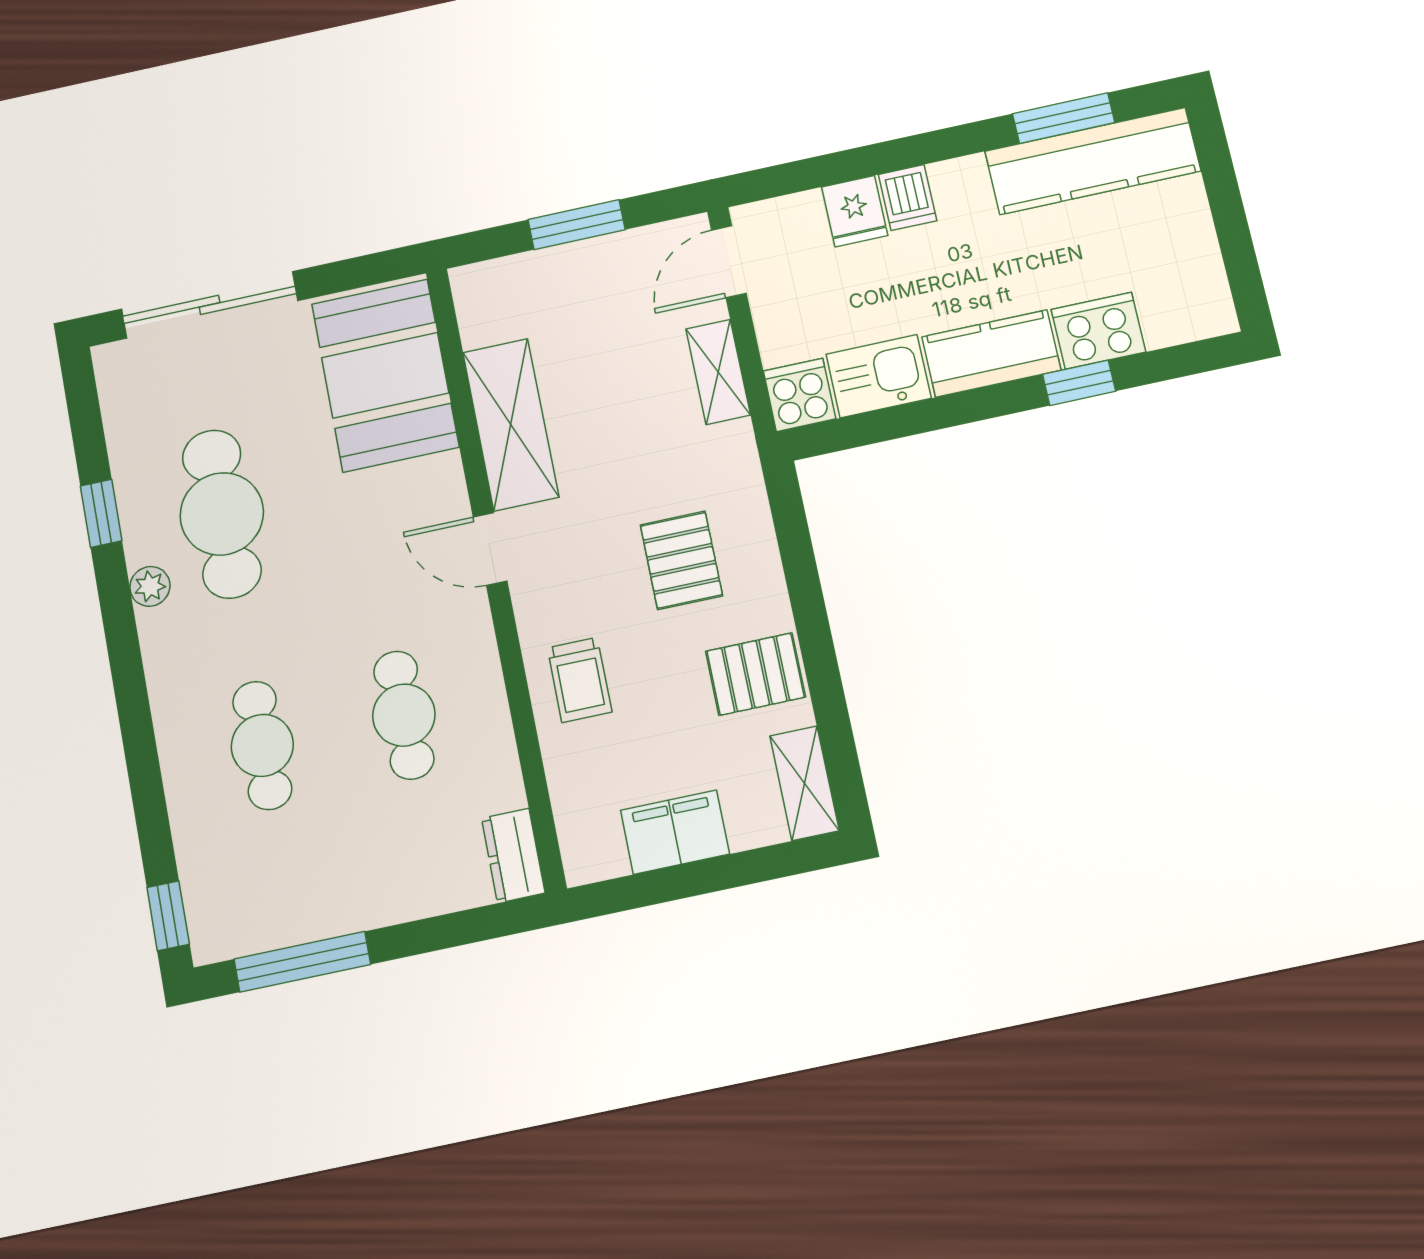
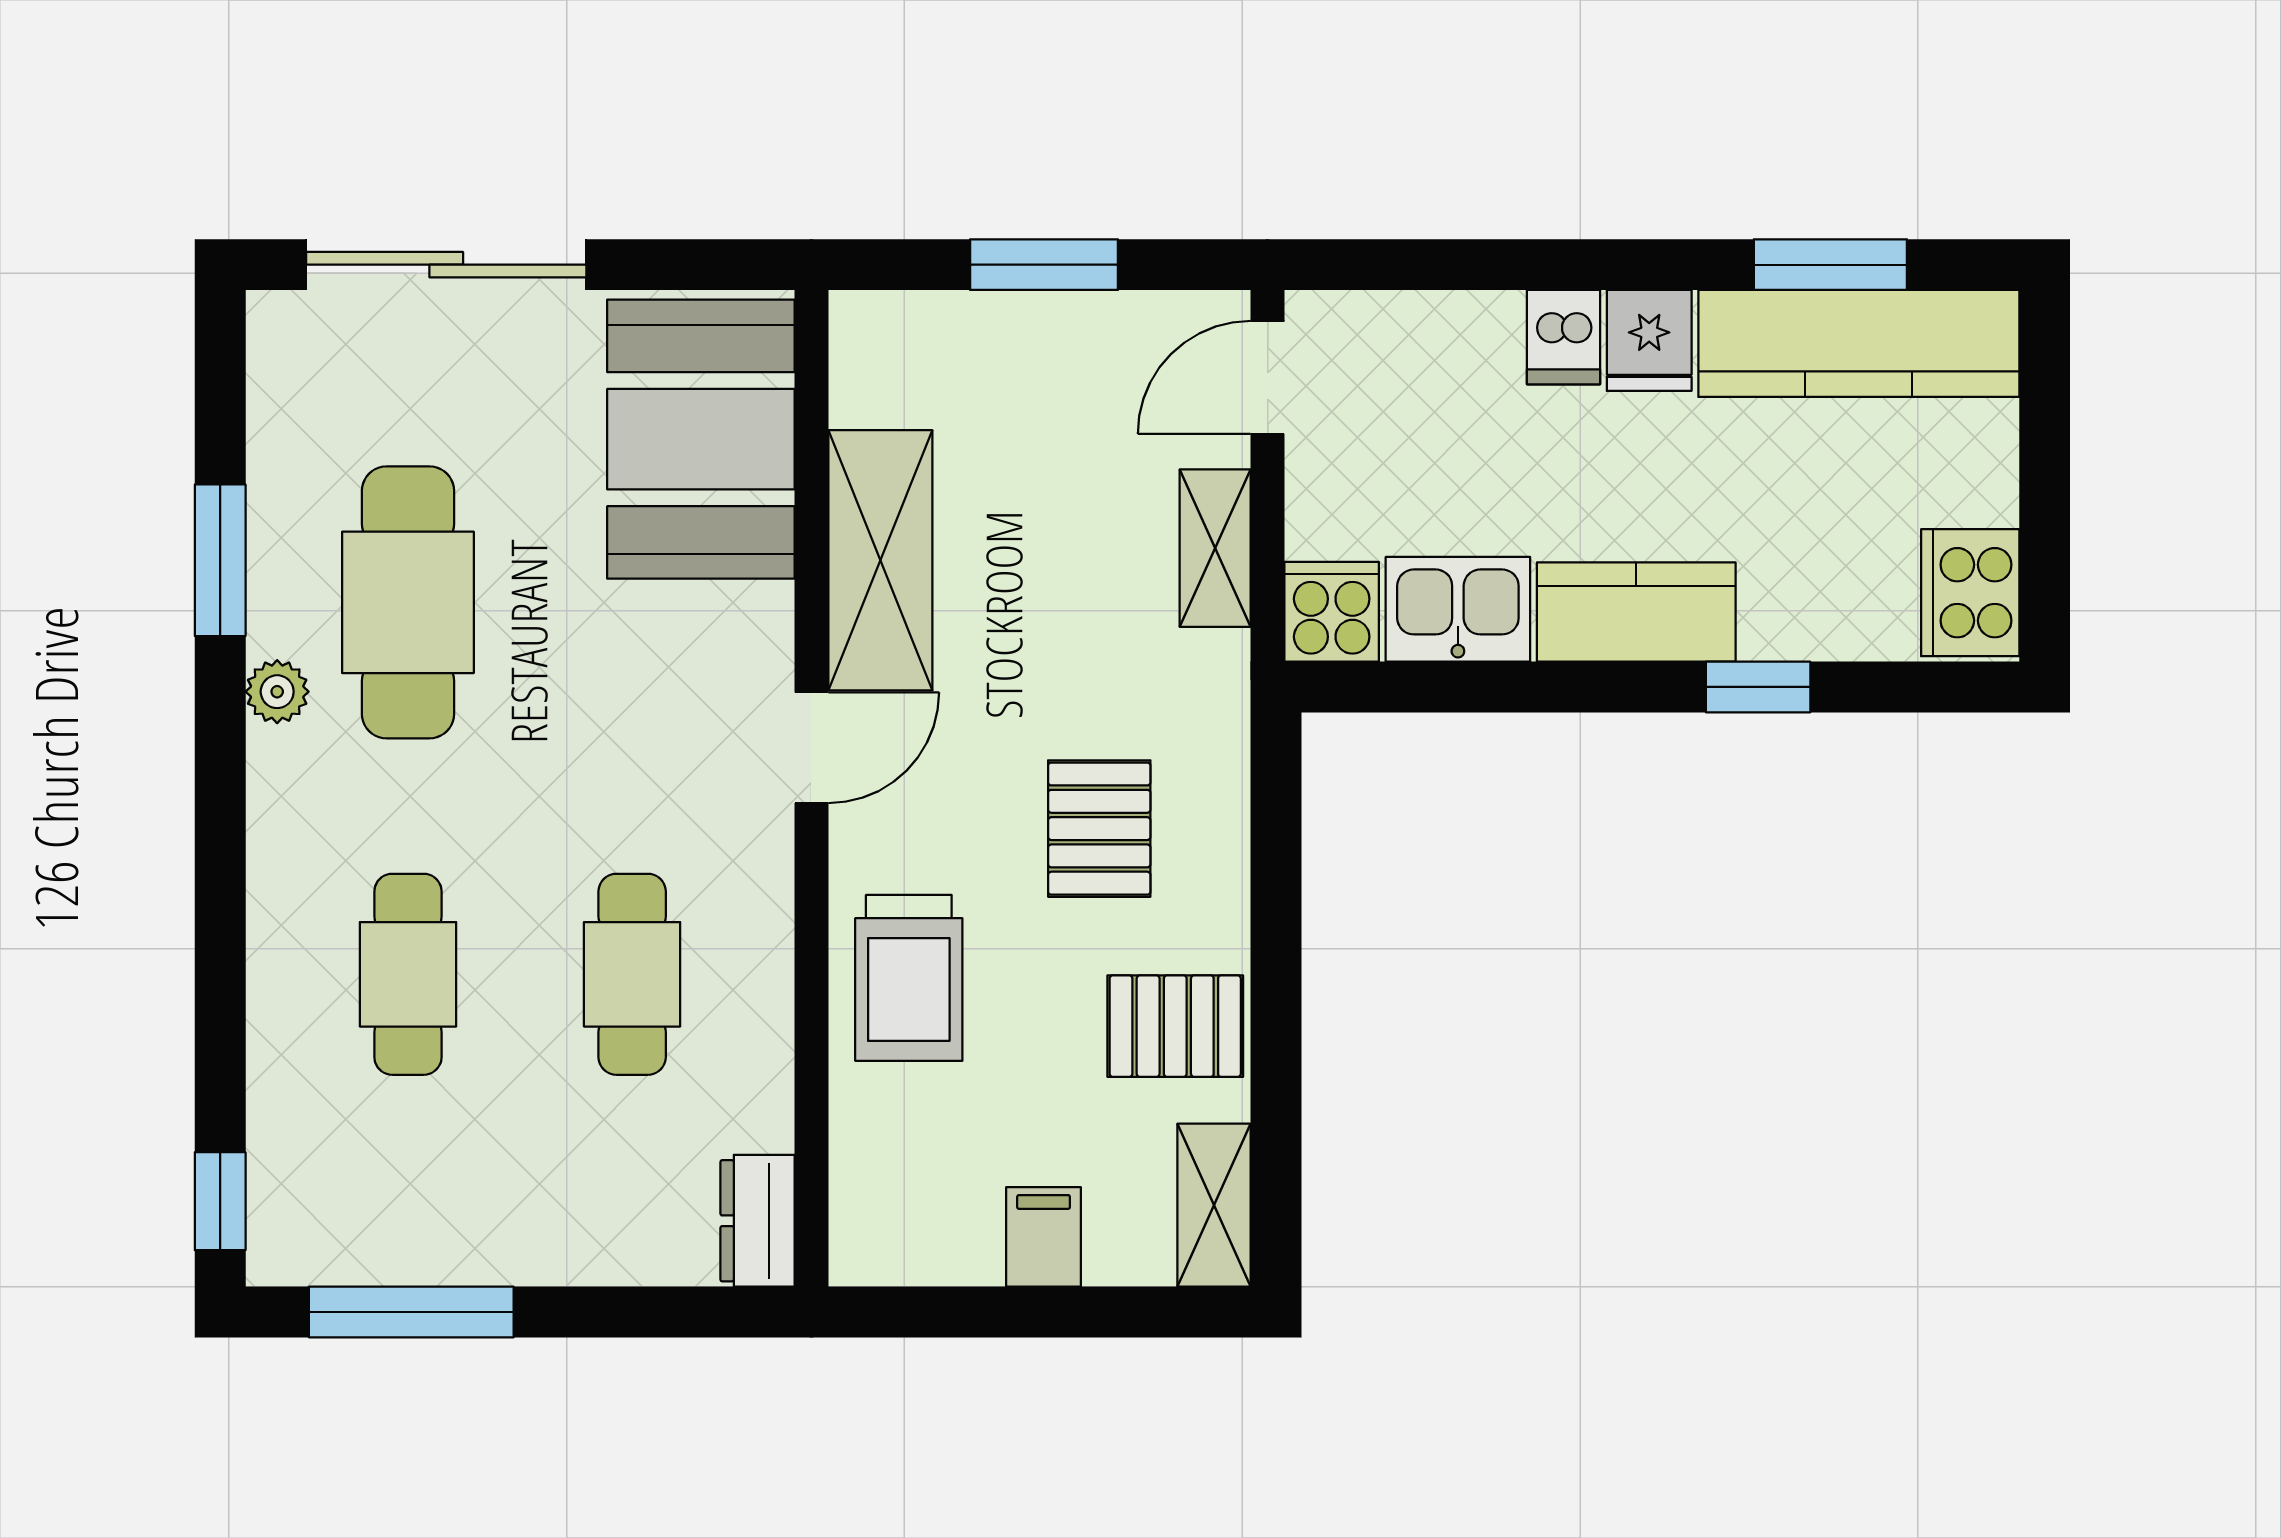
fridge: (855, 211) -> (1649, 340), moved
cooker: (1098, 331) -> (1970, 593), moved, turned -90
window: (101, 513) -> (220, 560), width x1.50
door: (490, 549) -> (811, 748), swing flipped
trolley: (580, 680) -> (909, 978), width x1.36, depth x1.39
filing cabinet: (675, 832) -> (1044, 1237), width x0.50

